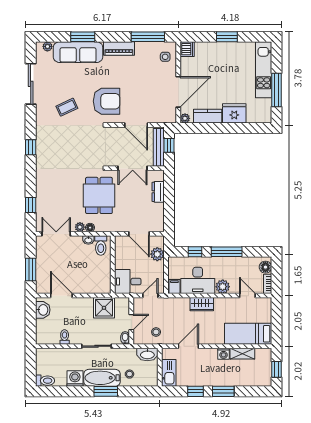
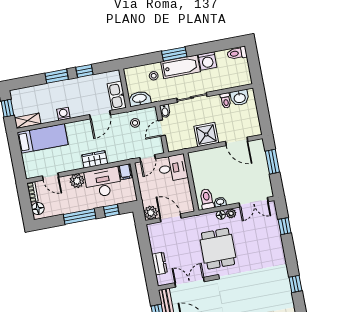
plant: (157, 254) -> (151, 213), moved
shower: (104, 308) -> (206, 134), moved
washbasin: (43, 310) -> (240, 98), moved, turned -90
shelving: (242, 354) -> (28, 121), moved
kitchen sink: (169, 373) -> (117, 96), moved

